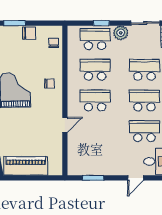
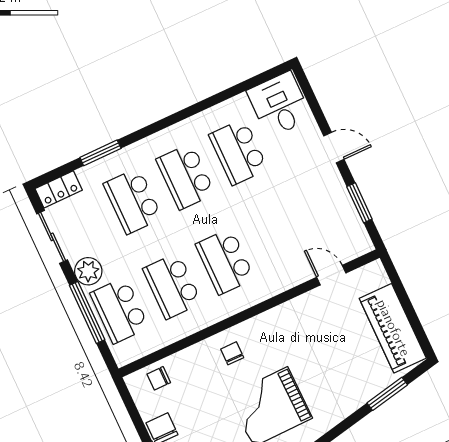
window: (101, 23) -> (87, 312), width x2.17
door: (65, 125) -> (331, 275), moved
door: (136, 178) -> (334, 148), moved

